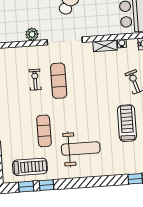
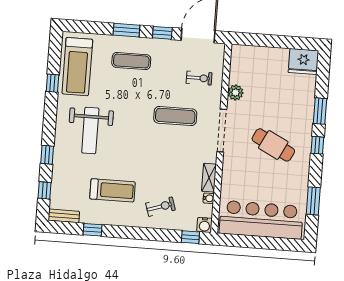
exercise bike: (35, 80) -> (199, 78), moved
exercise mat: (44, 131) -> (131, 61), moved
treadmill: (30, 167) -> (77, 67), width x1.37, depth x1.38
window: (26, 187) -> (47, 155), moved

